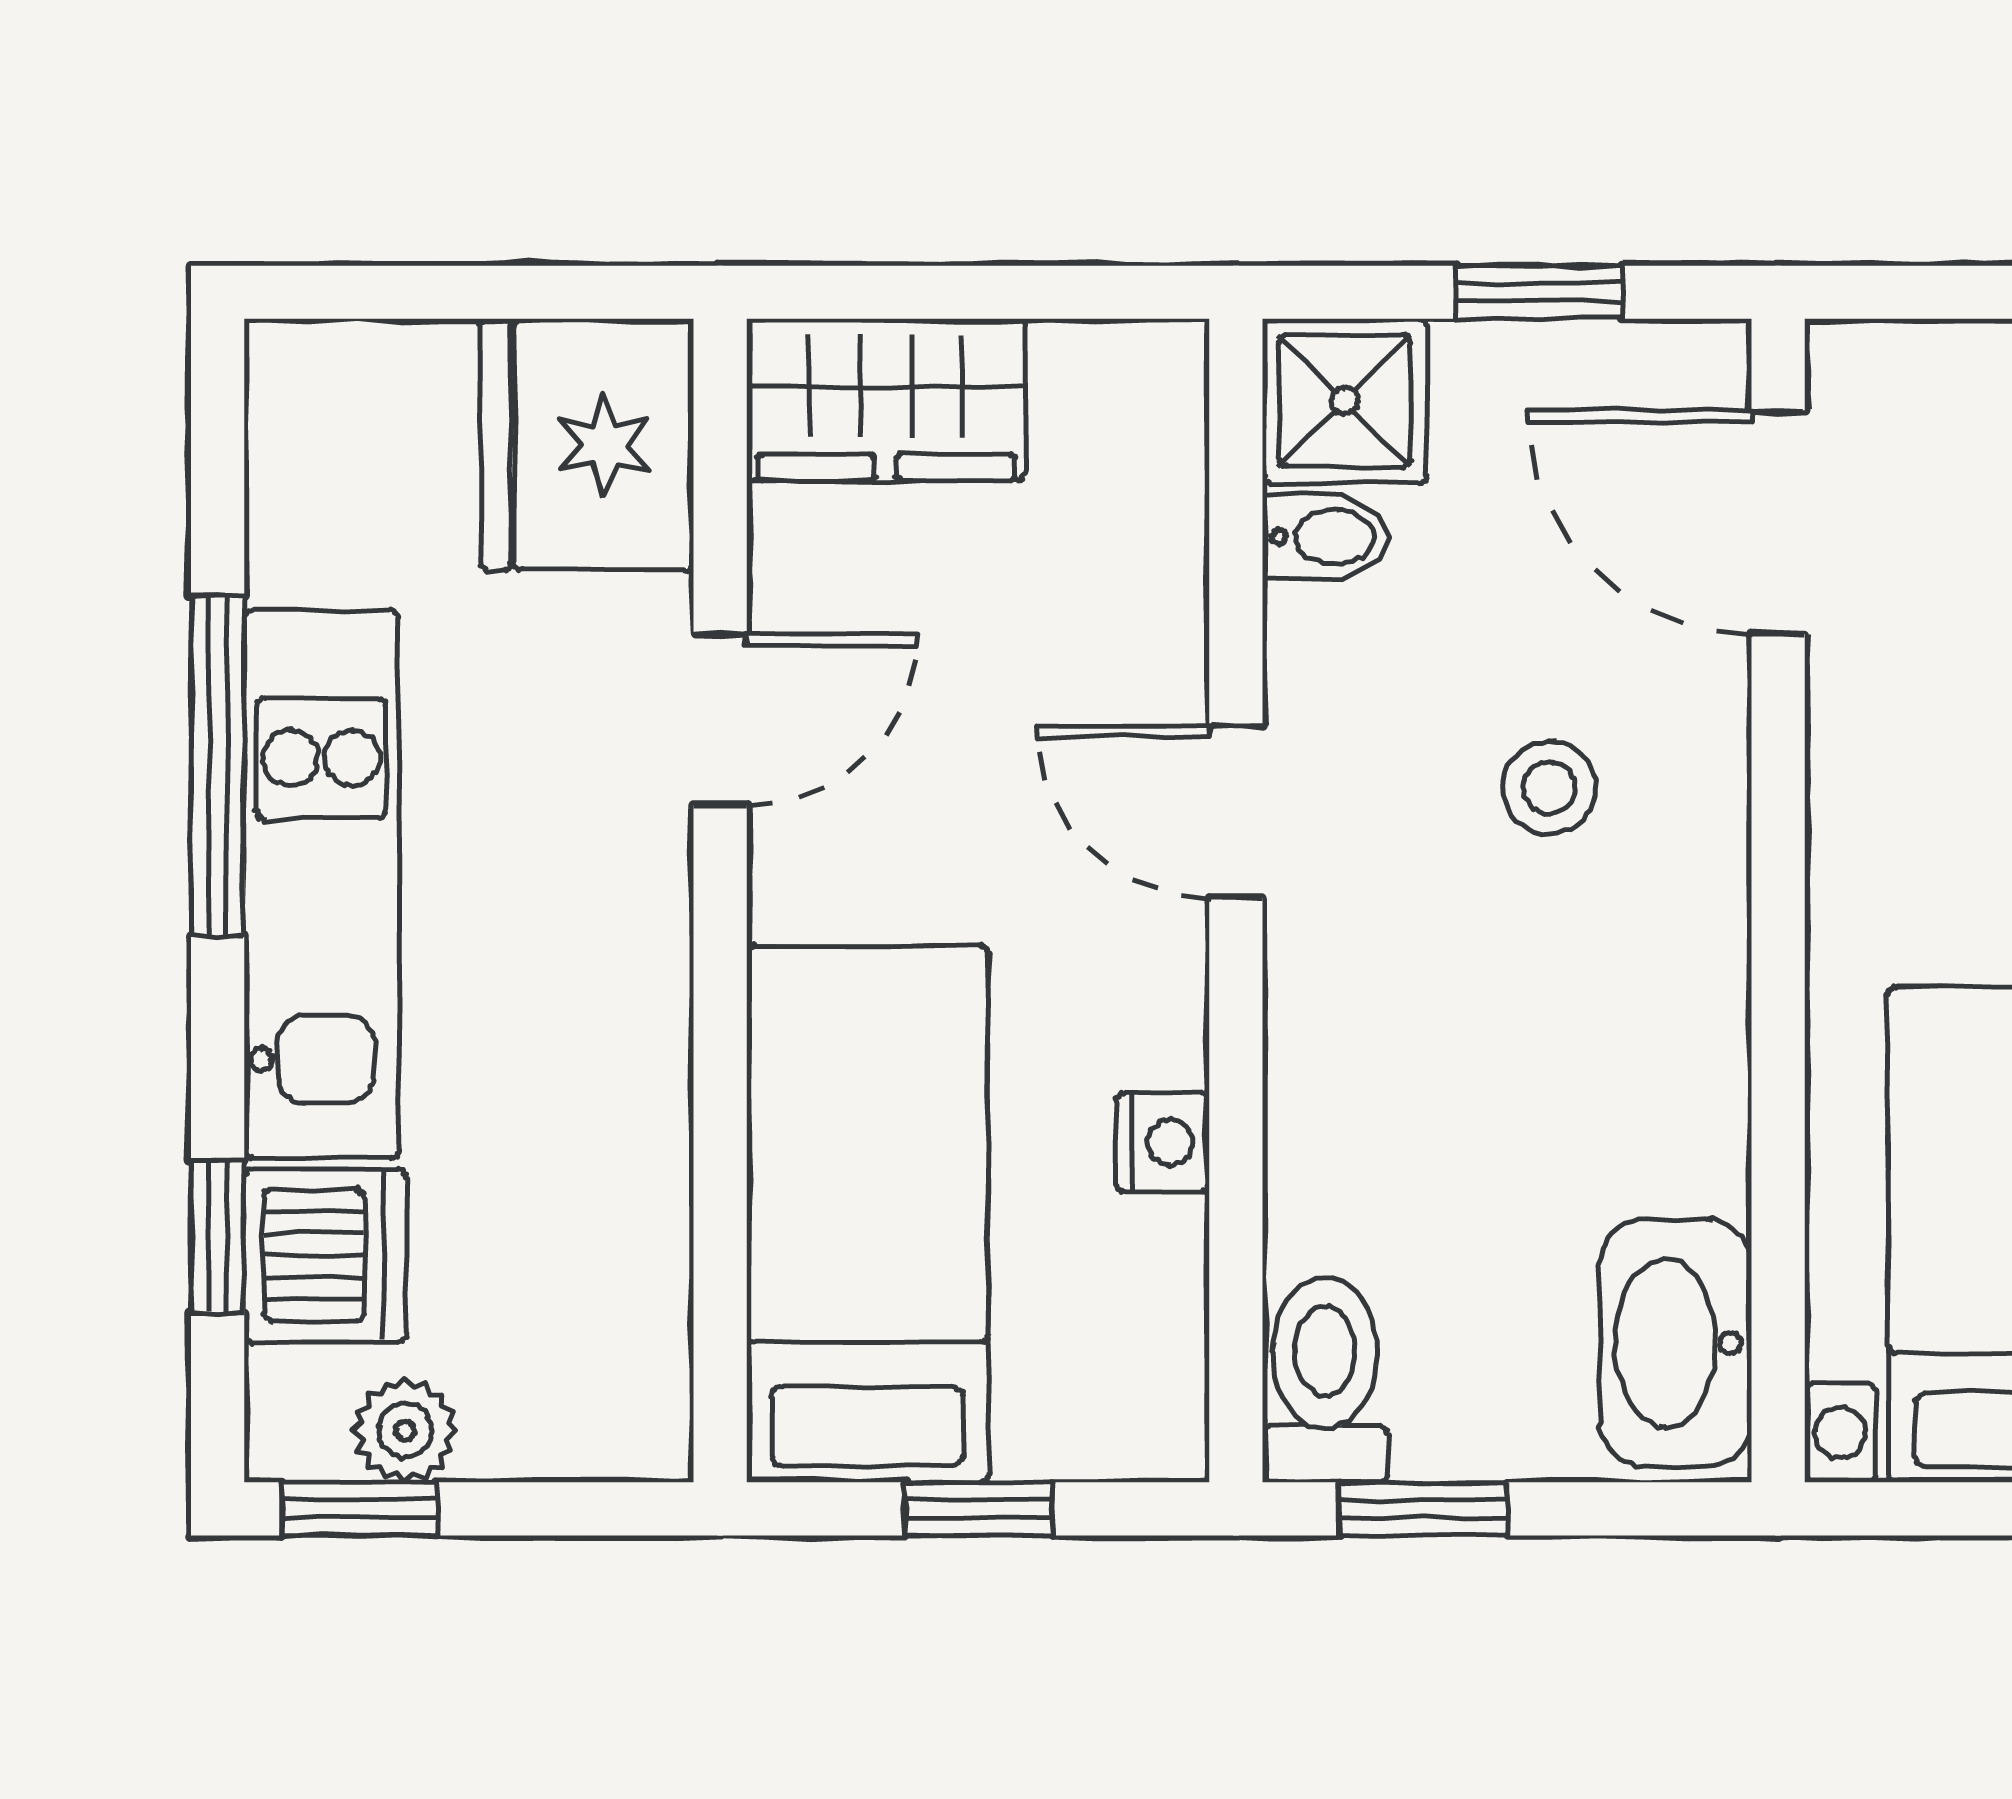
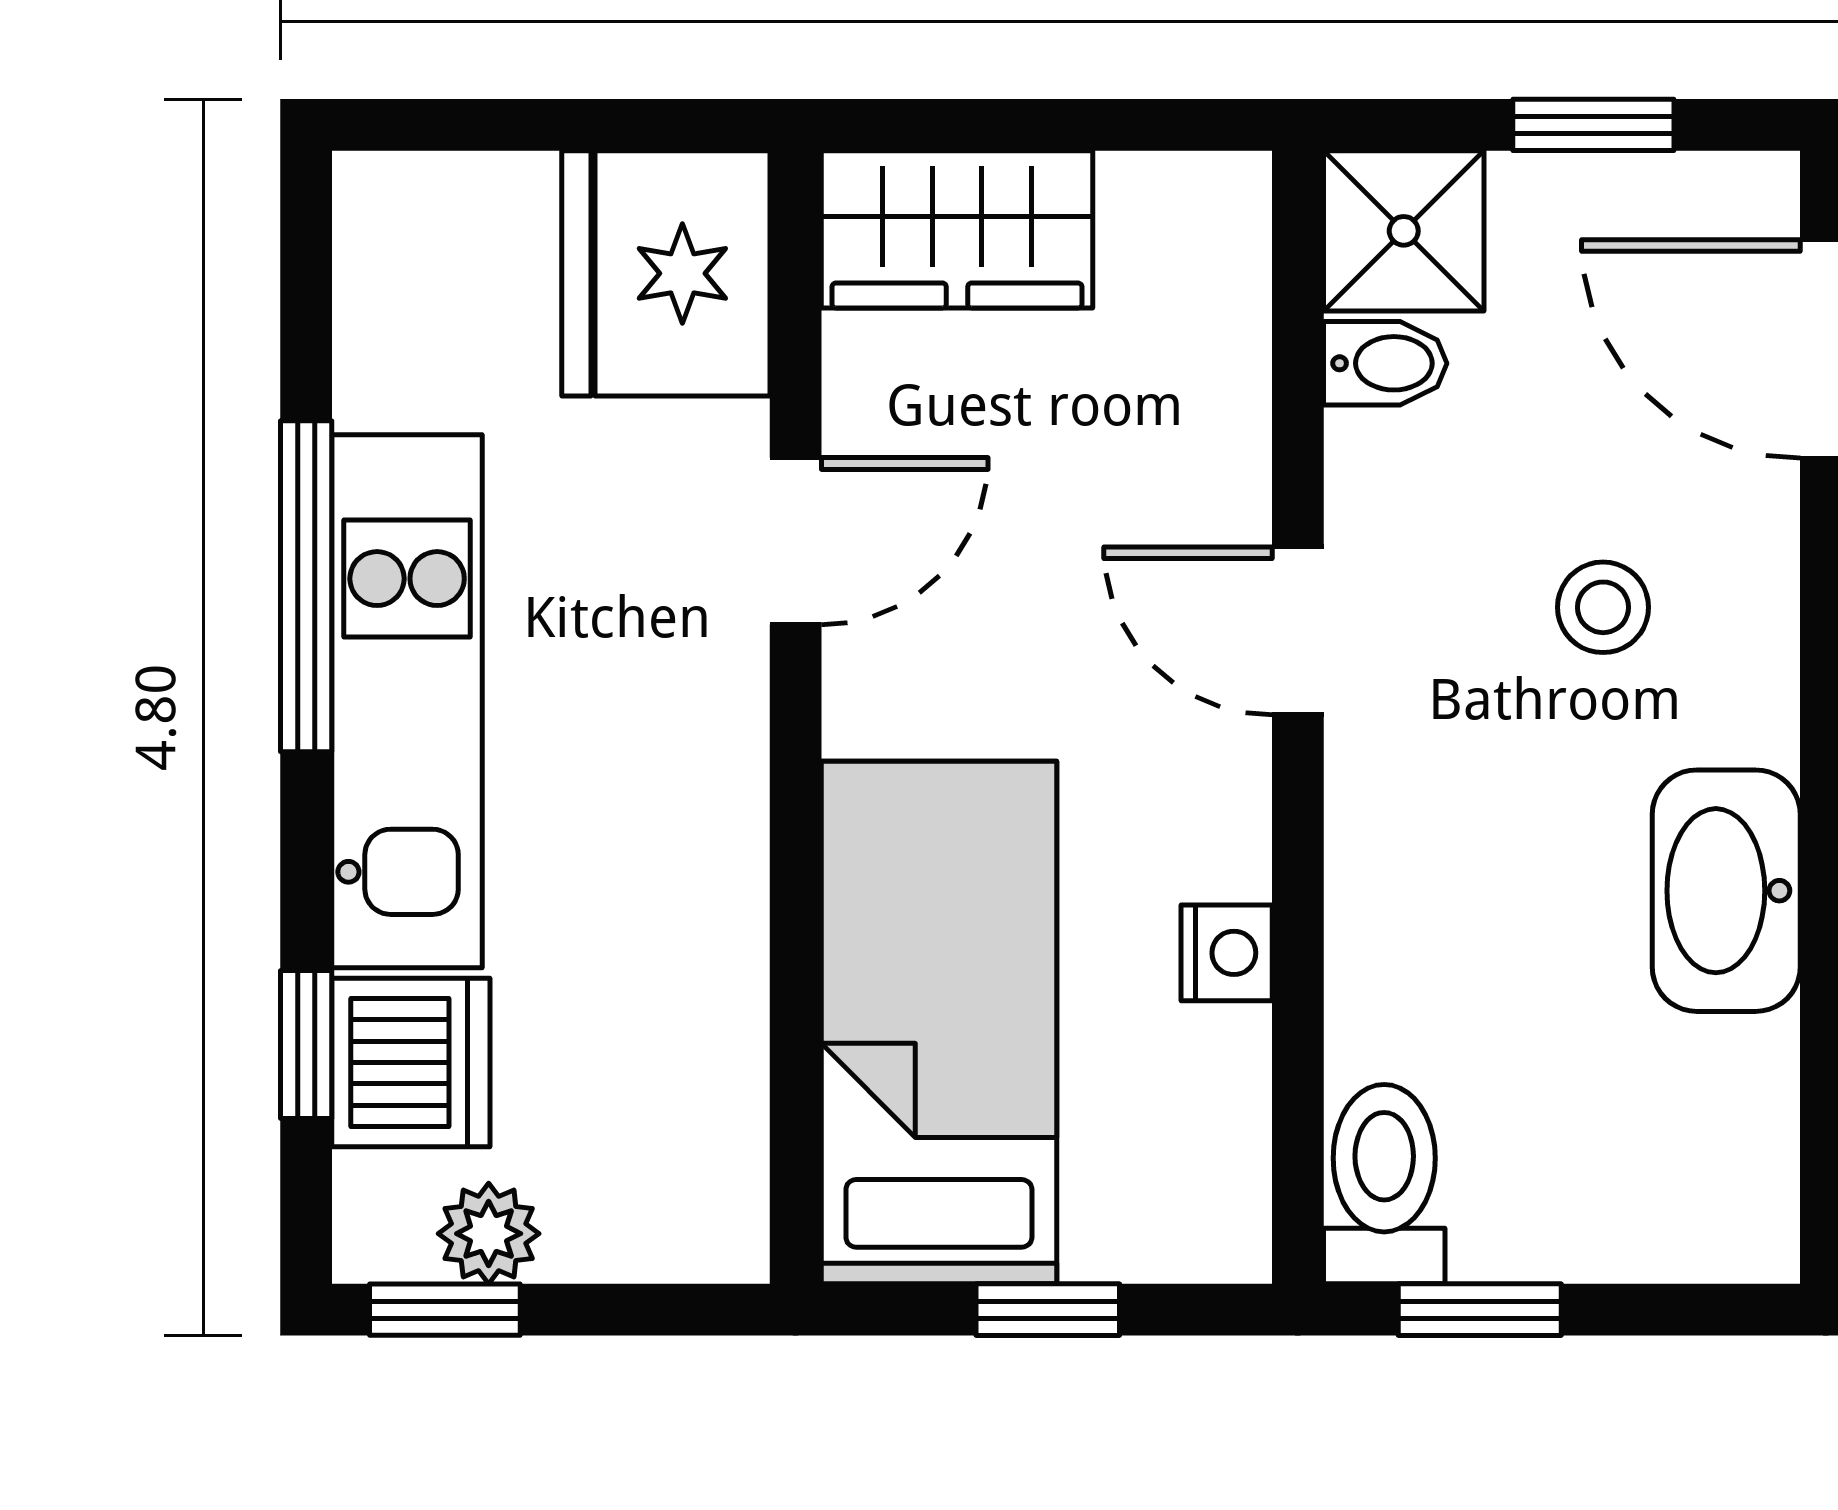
washbasin: (1676, 1343) -> (1726, 891), moved

